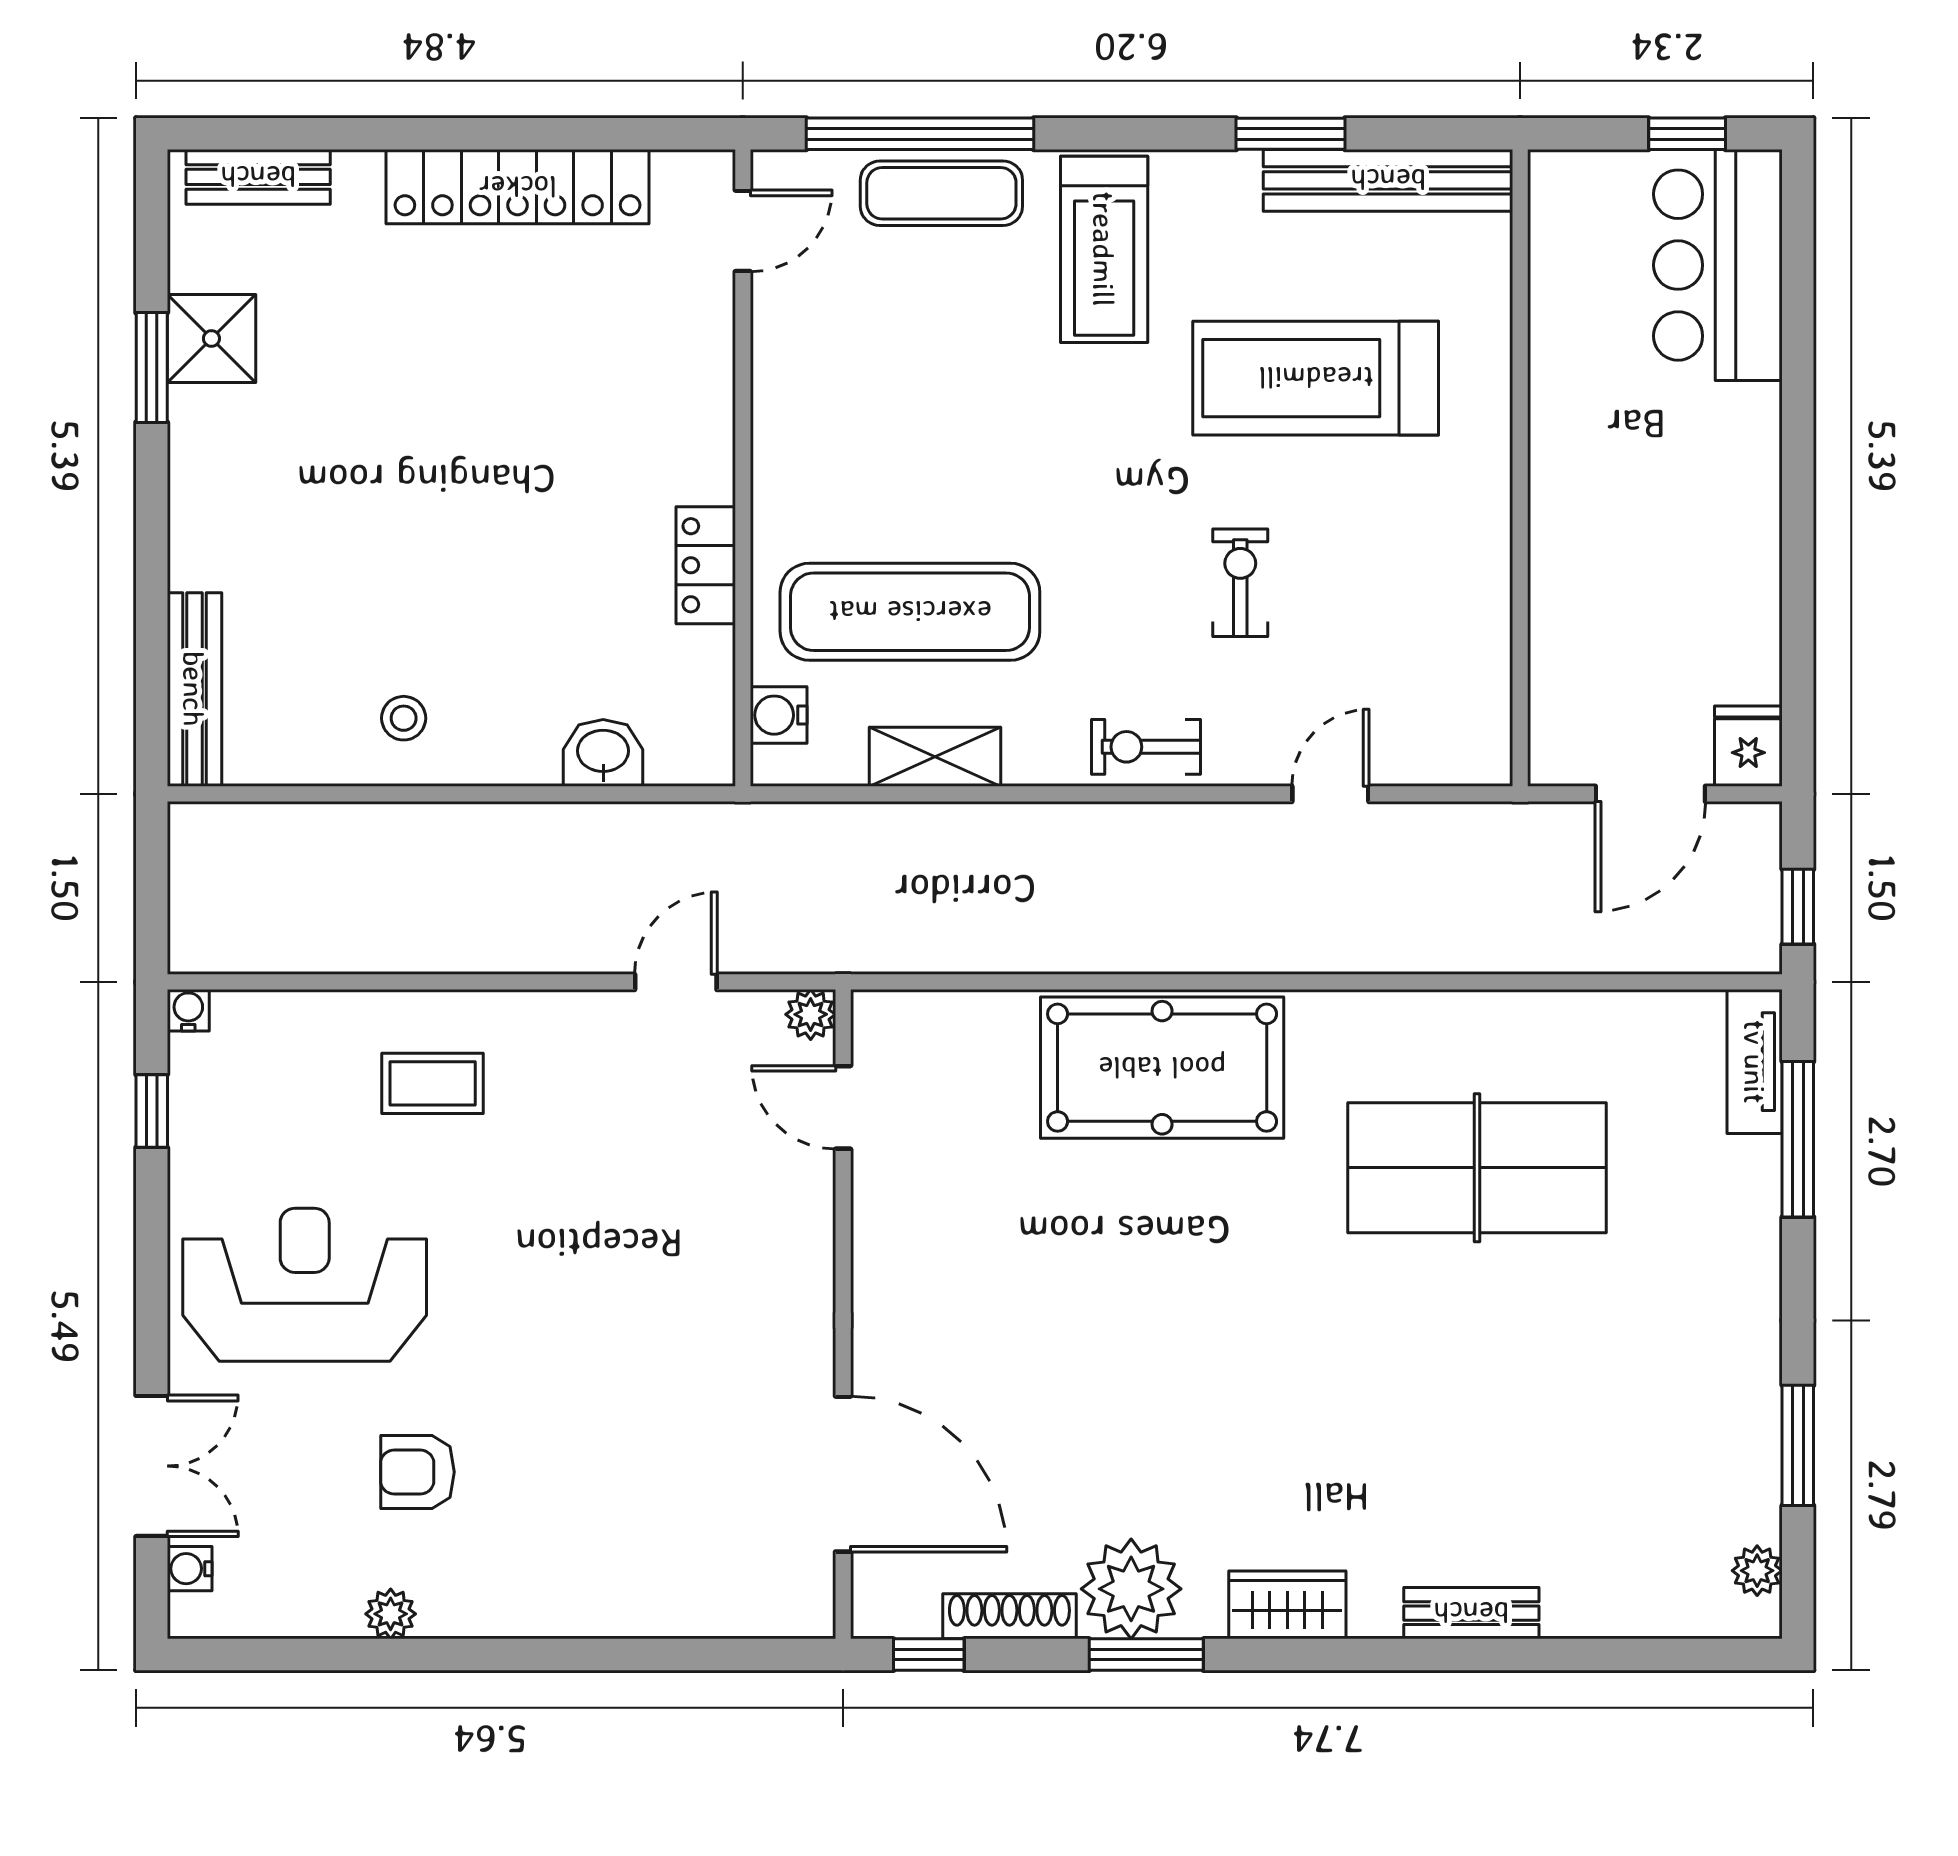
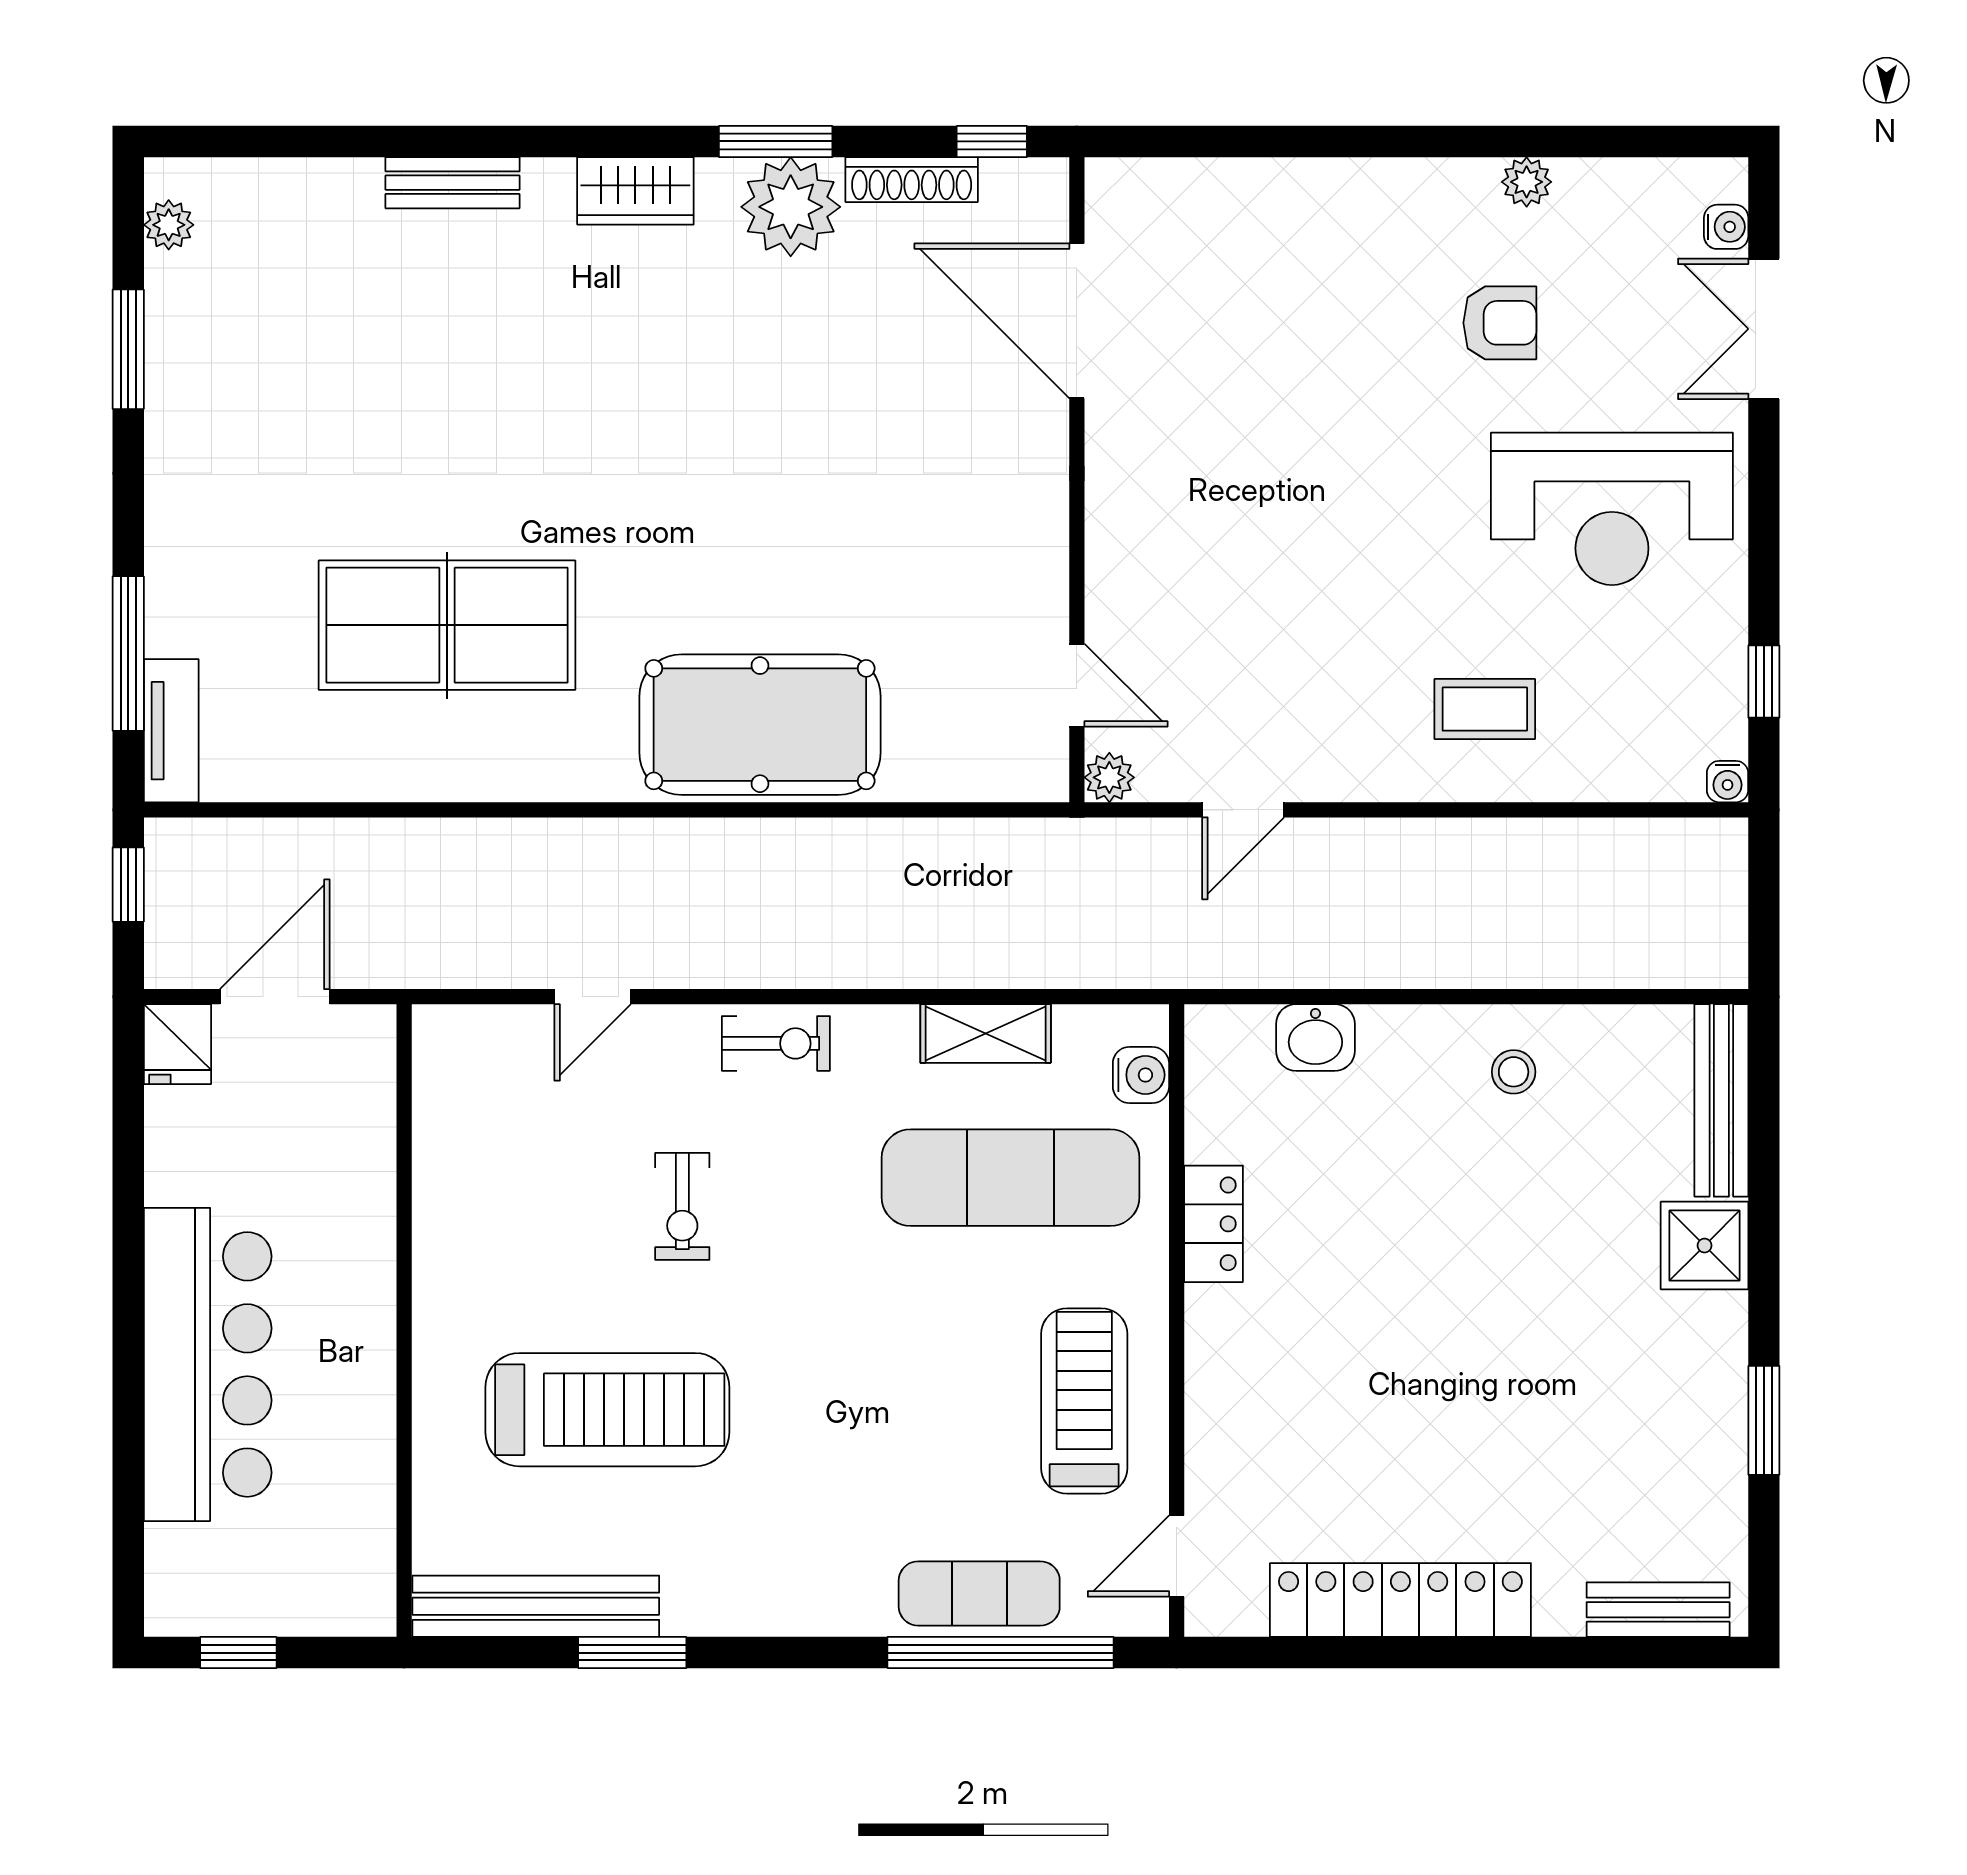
treadmill: (1104, 249) -> (1084, 1401), moved
bar counter: (1718, 265) -> (208, 1364), moved, width x1.36
shower: (211, 339) -> (1705, 1246), moved

